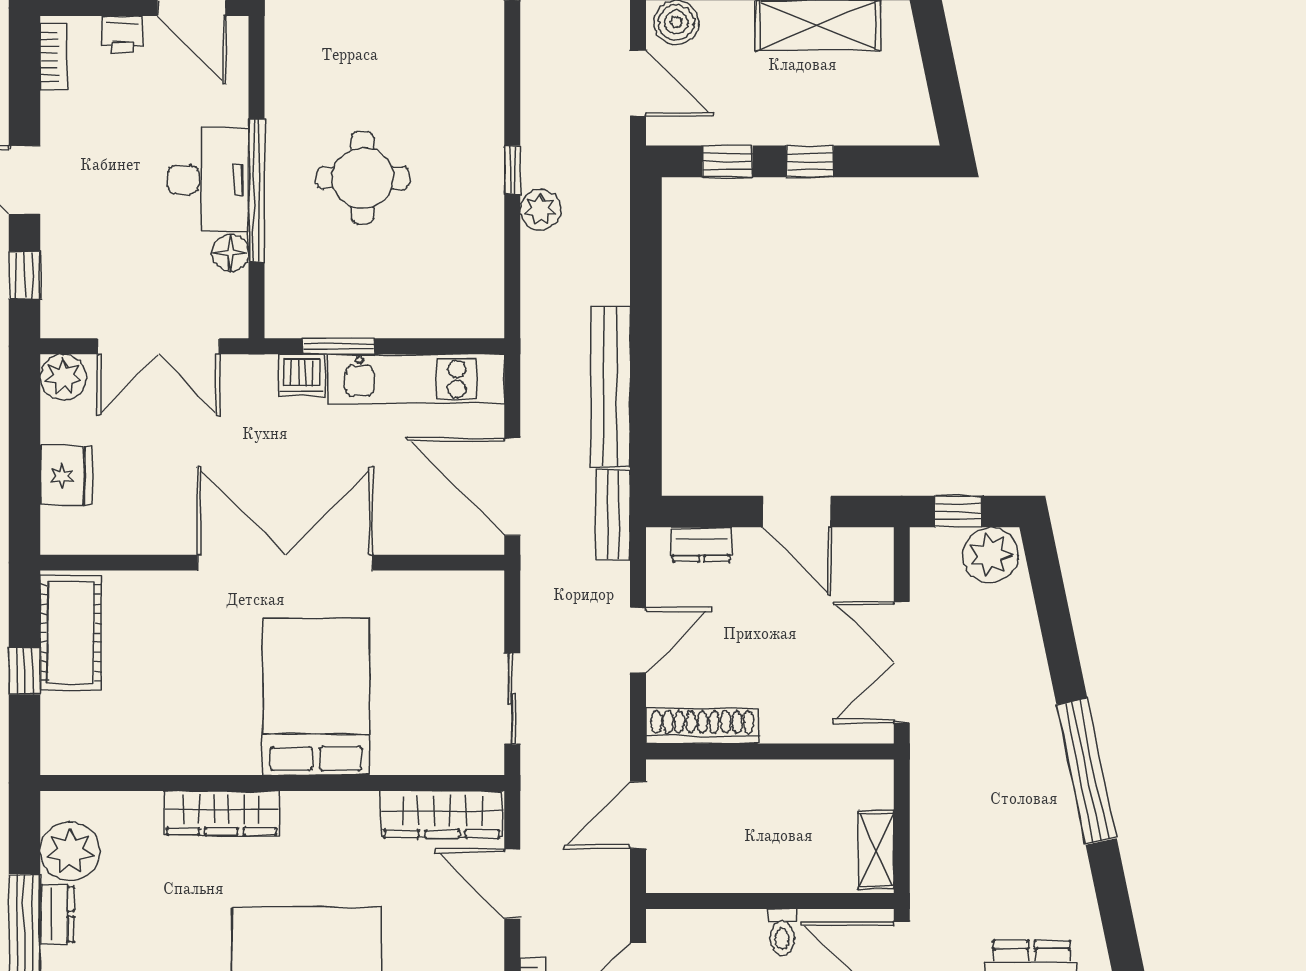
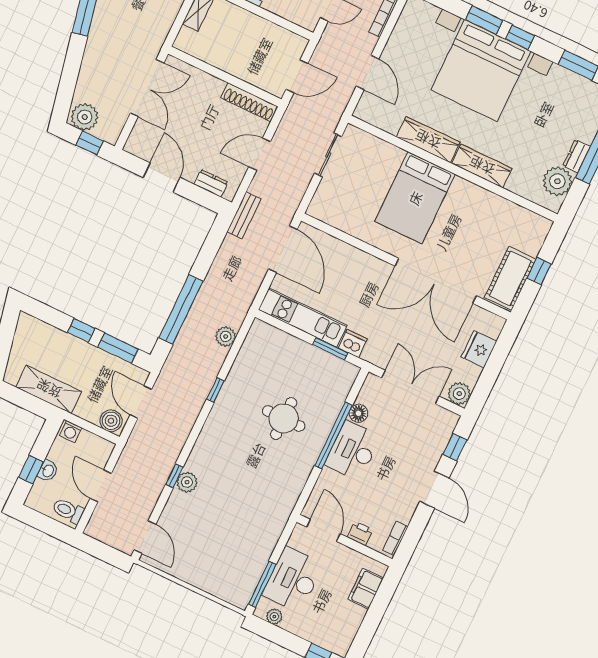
window: (727, 161) -> (118, 348), width x1.50
plant: (540, 210) -> (226, 337), moved
window: (646, 287) -> (181, 309), added
bench: (610, 387) -> (218, 273), removed
double door: (285, 563) -> (436, 281), moved
wardrobe: (442, 814) -> (428, 140), moved

